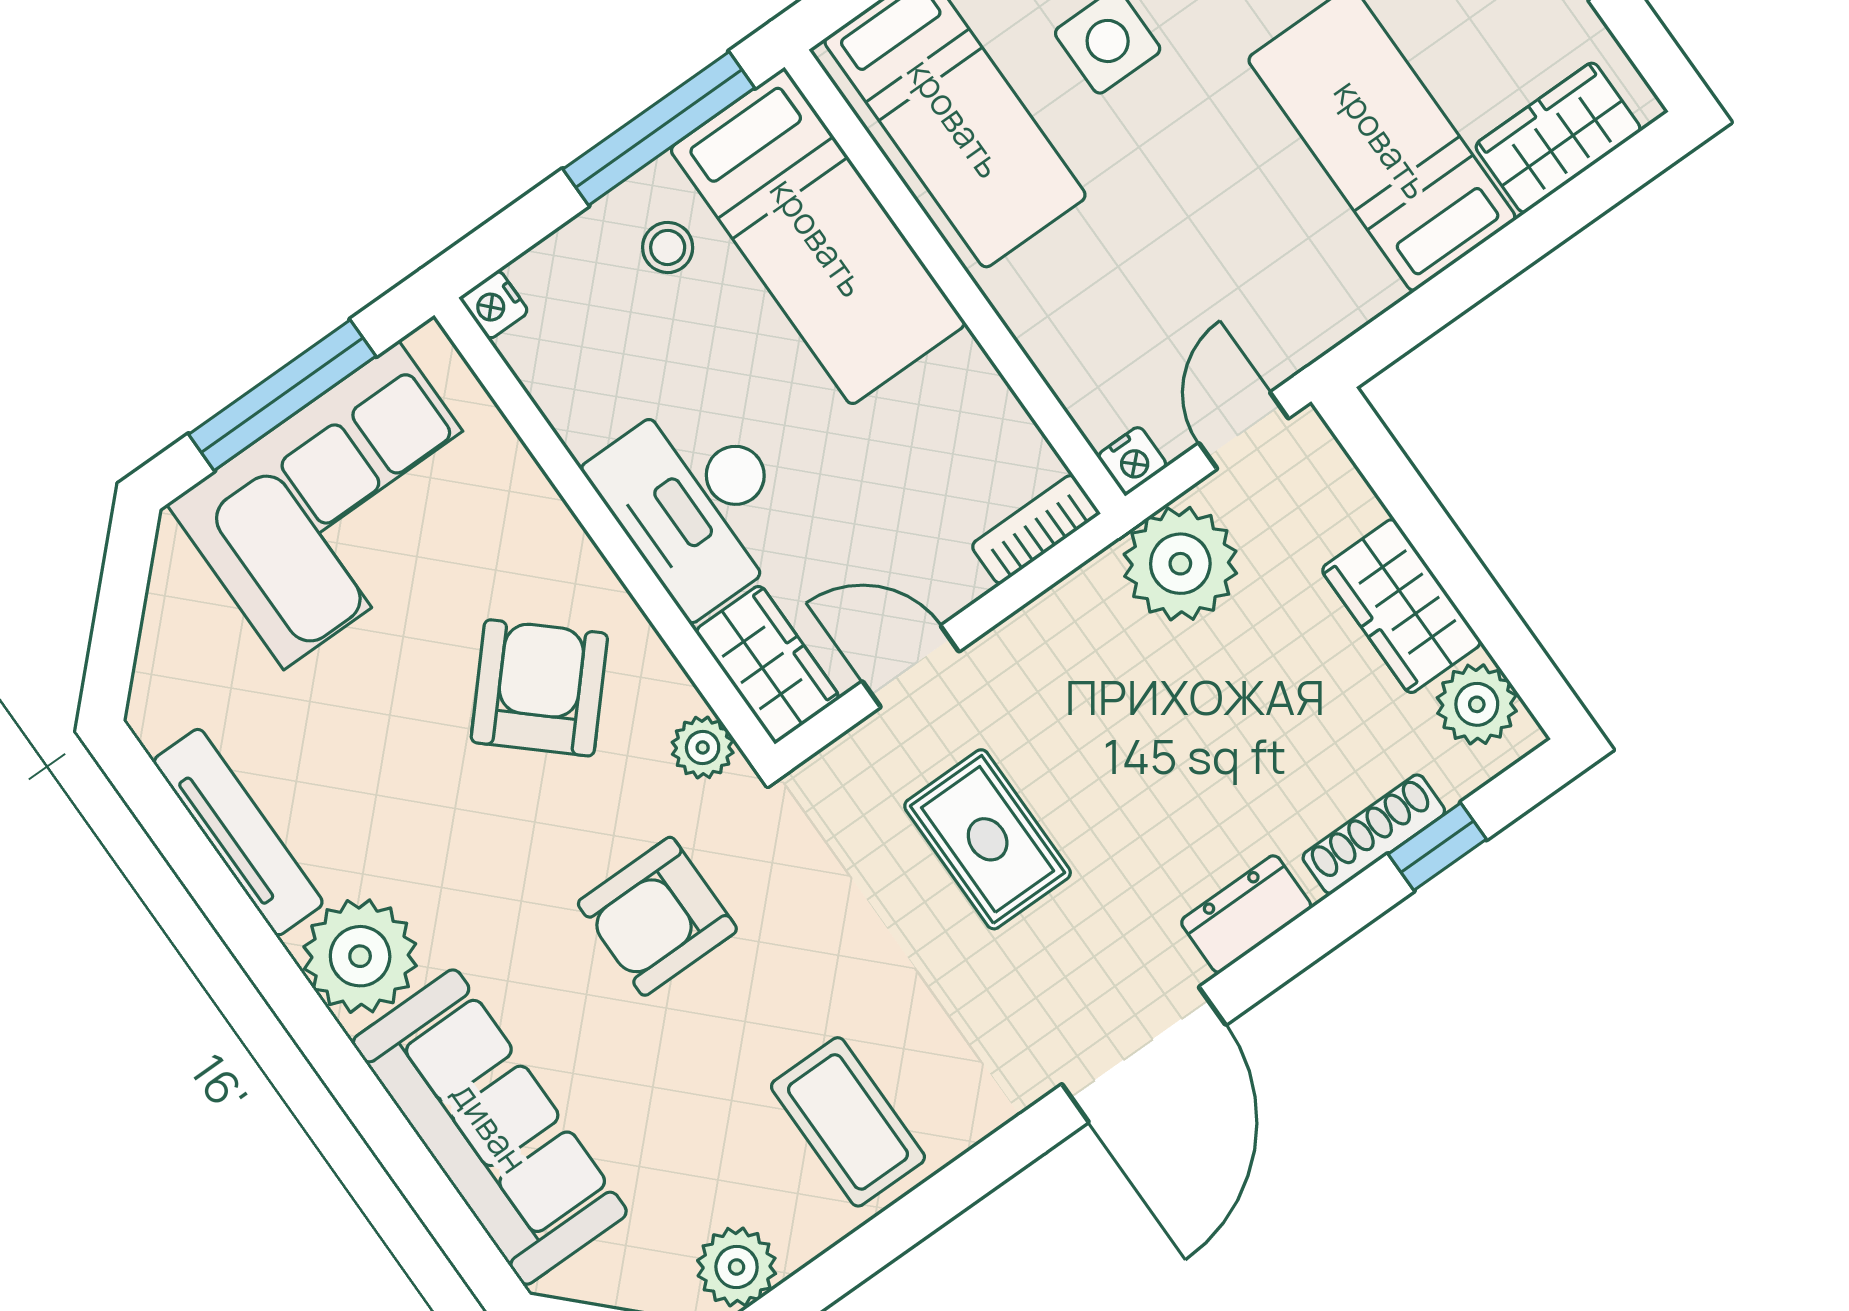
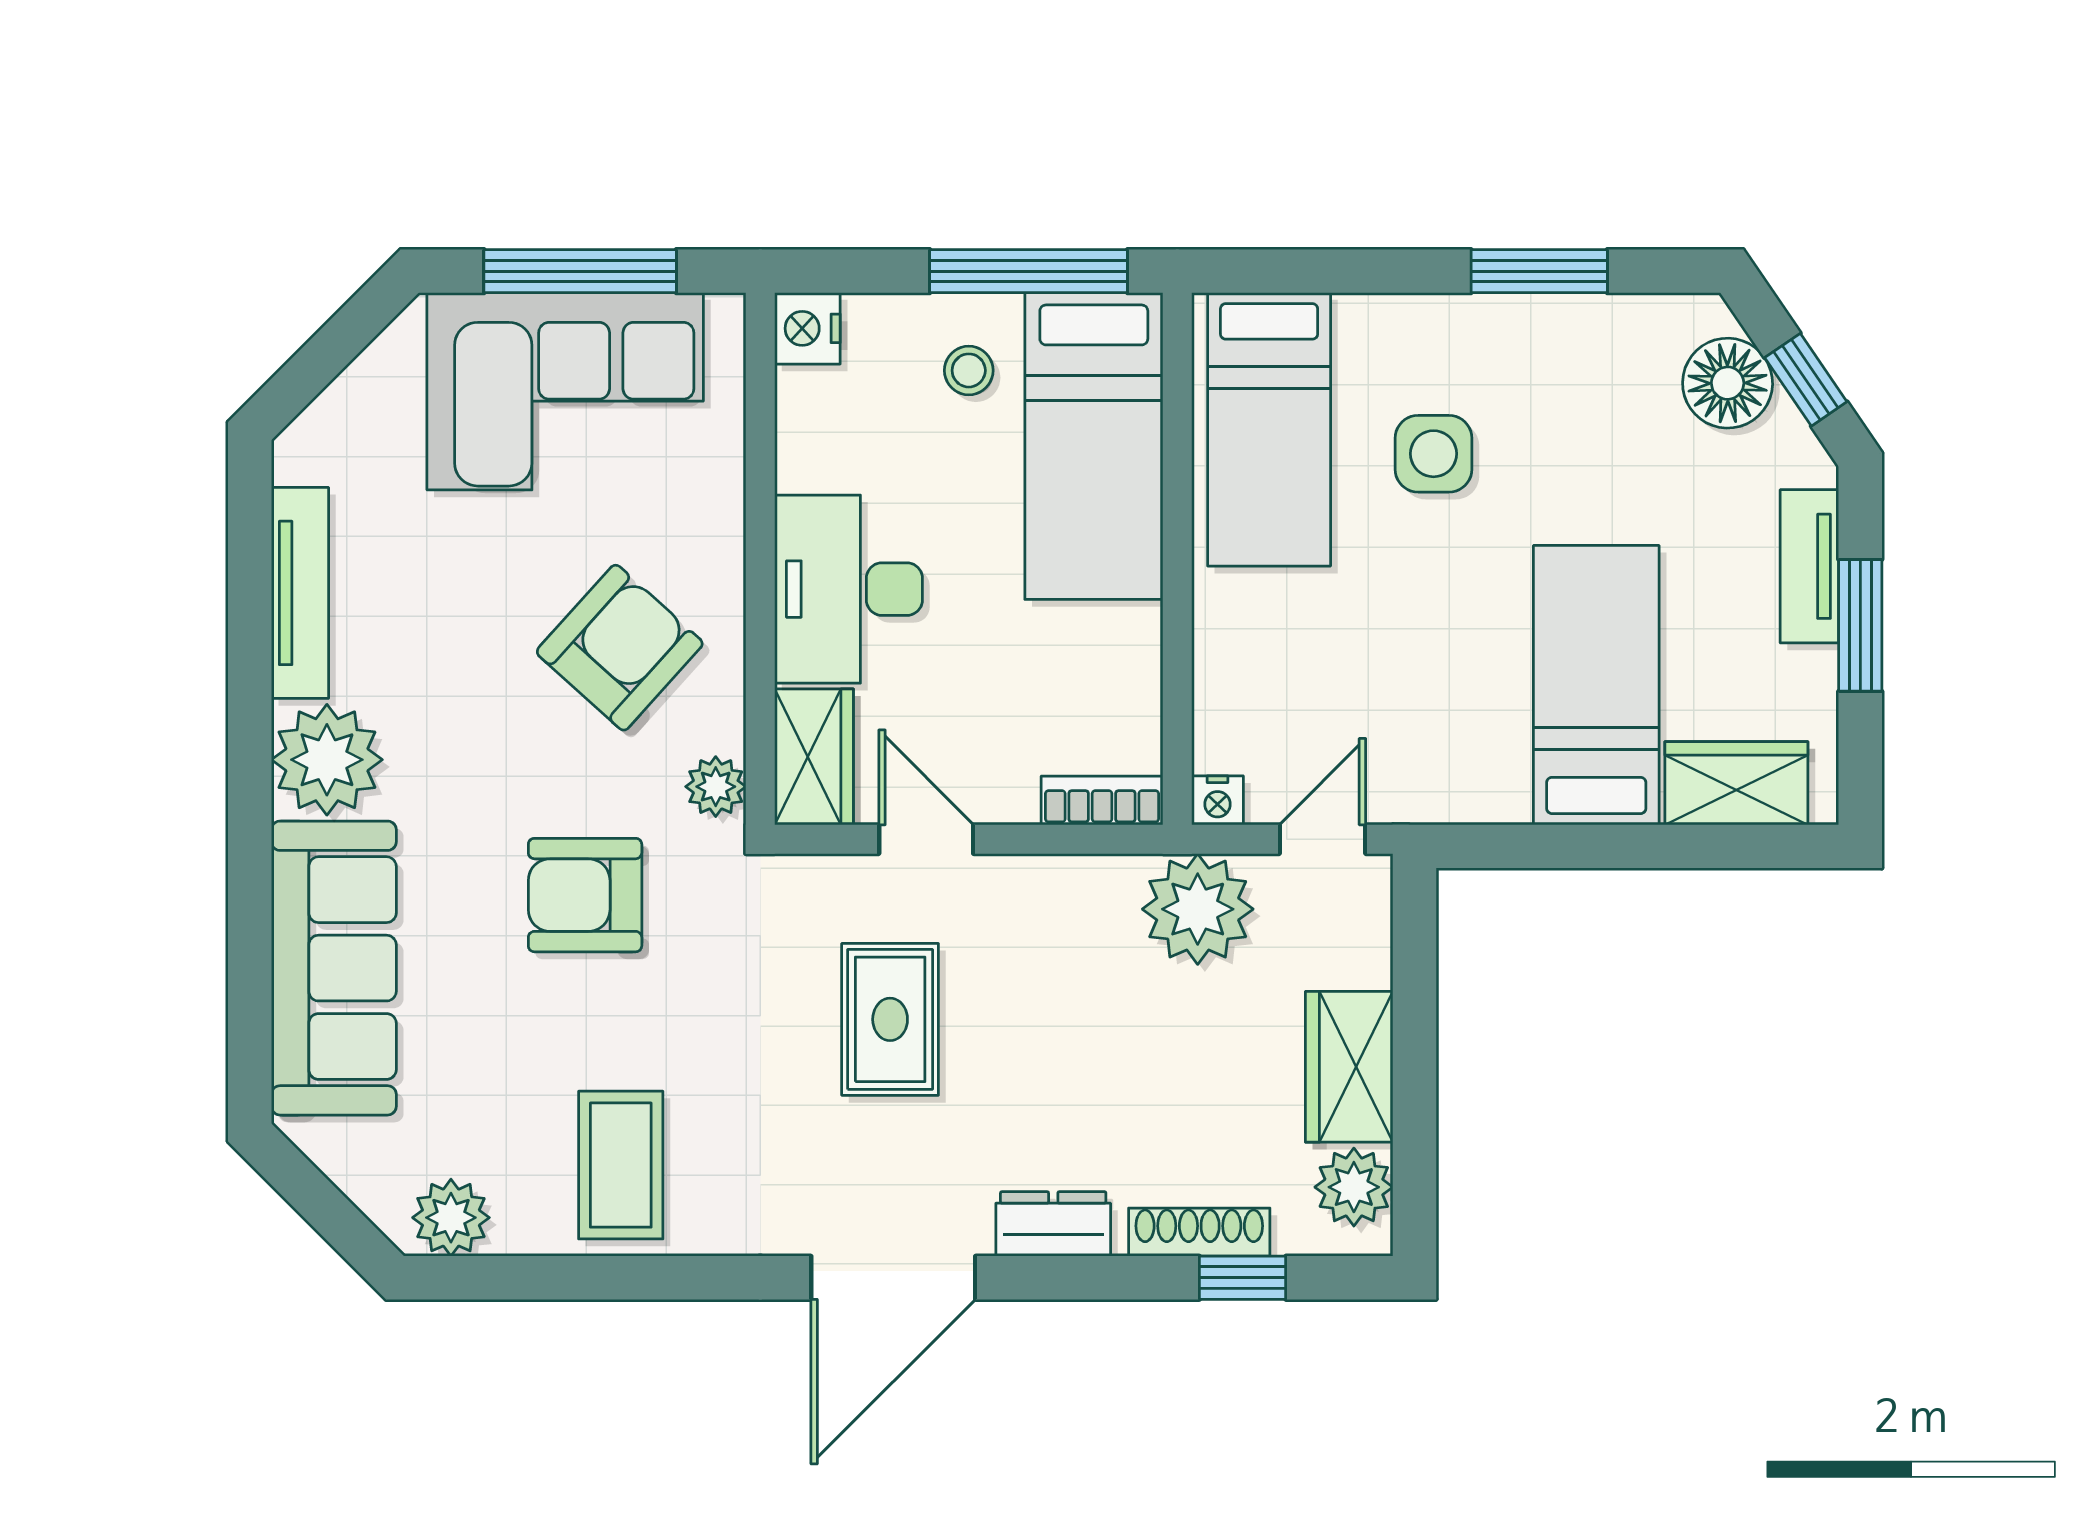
nightstand: (494, 305) -> (807, 328), width x1.39, depth x1.35

